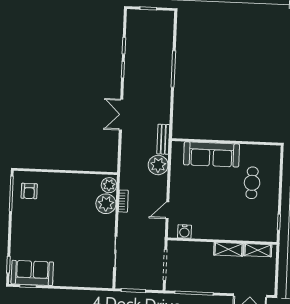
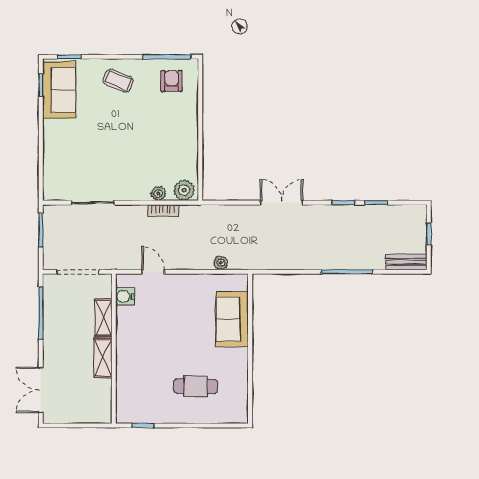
bench: (163, 139) -> (406, 262), moved
sofa: (212, 154) -> (232, 319), width x0.73
plant: (158, 165) -> (221, 263), width x0.53, depth x0.53
armchair: (29, 191) -> (171, 81), turned 90
plant: (106, 204) -> (158, 193), width x0.53, depth x0.53
coffee table: (27, 230) -> (118, 81), added
shelving: (258, 250) -> (103, 318), moved

